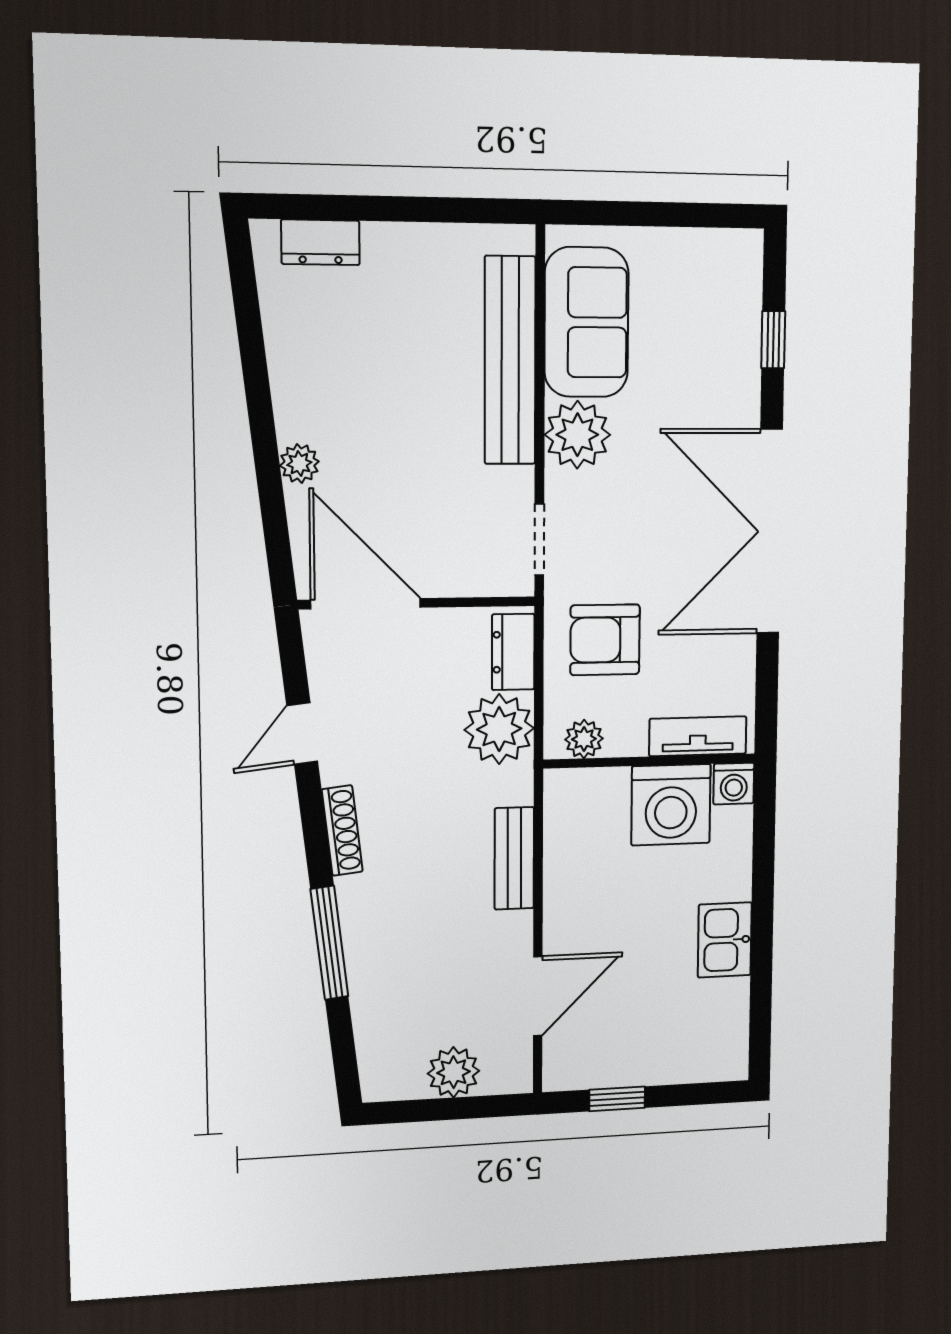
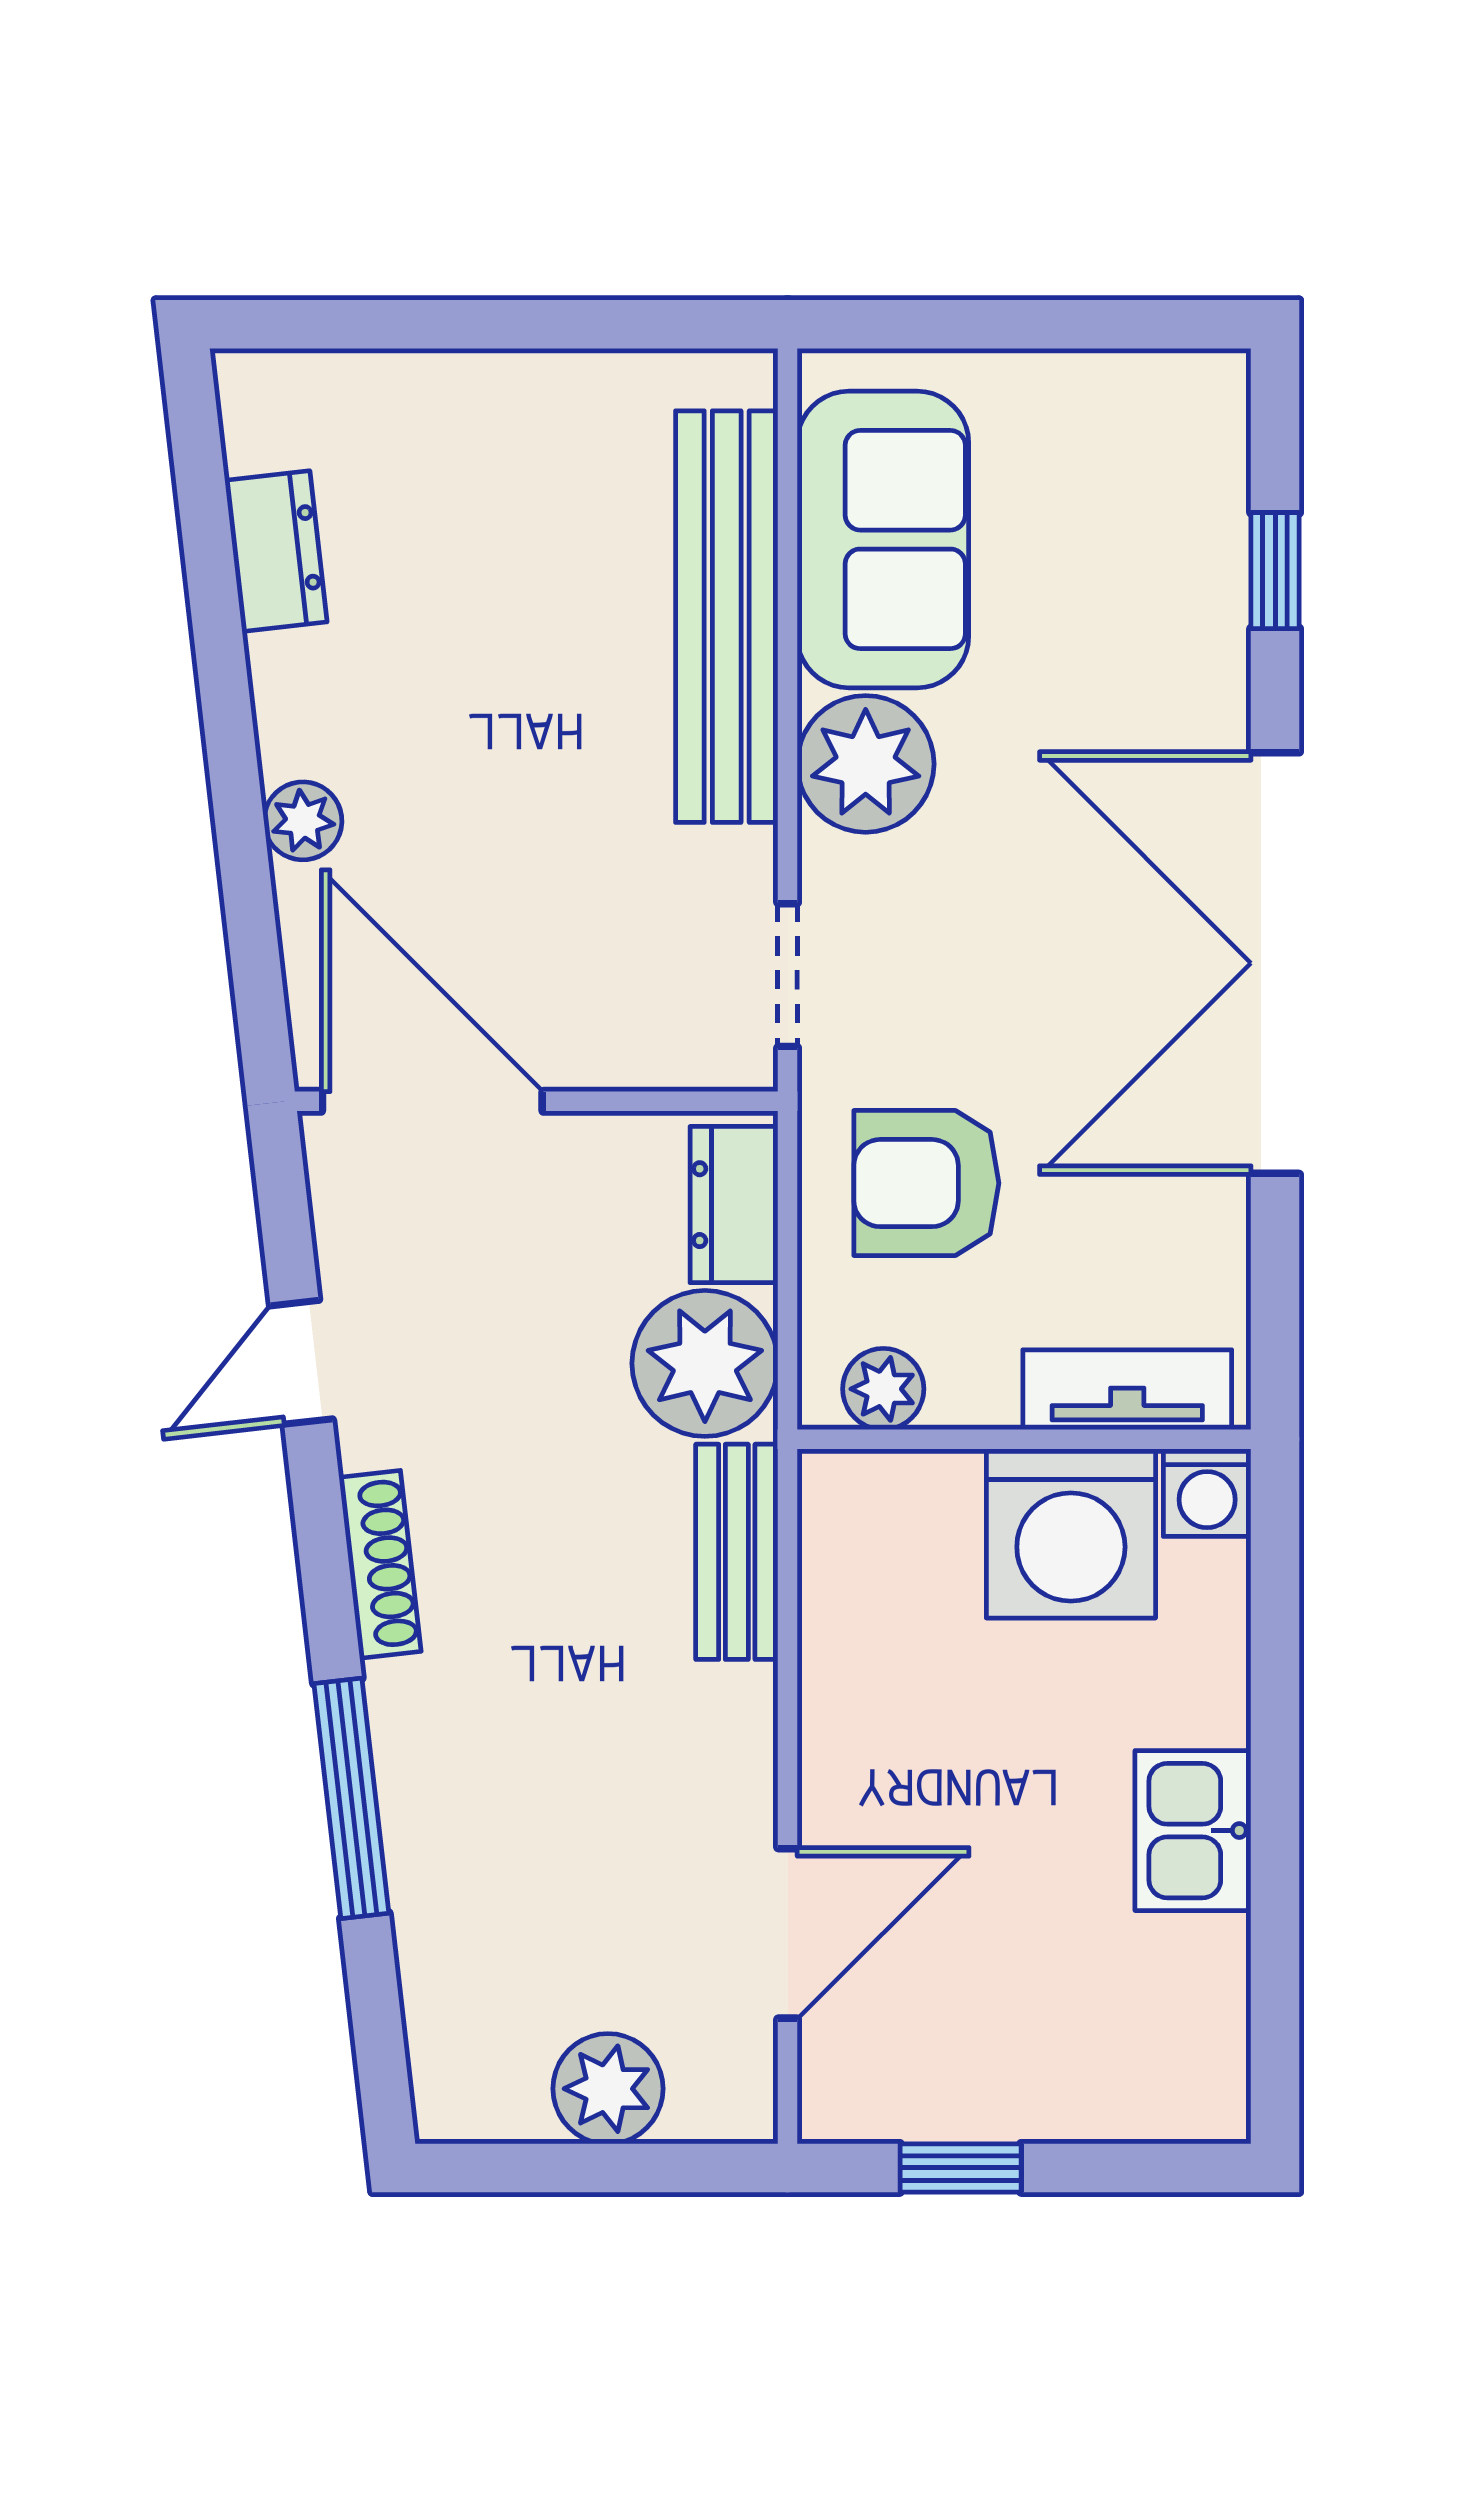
dresser: (320, 242) -> (276, 551), moved, turned -97
bench: (514, 858) -> (737, 1552), moved

